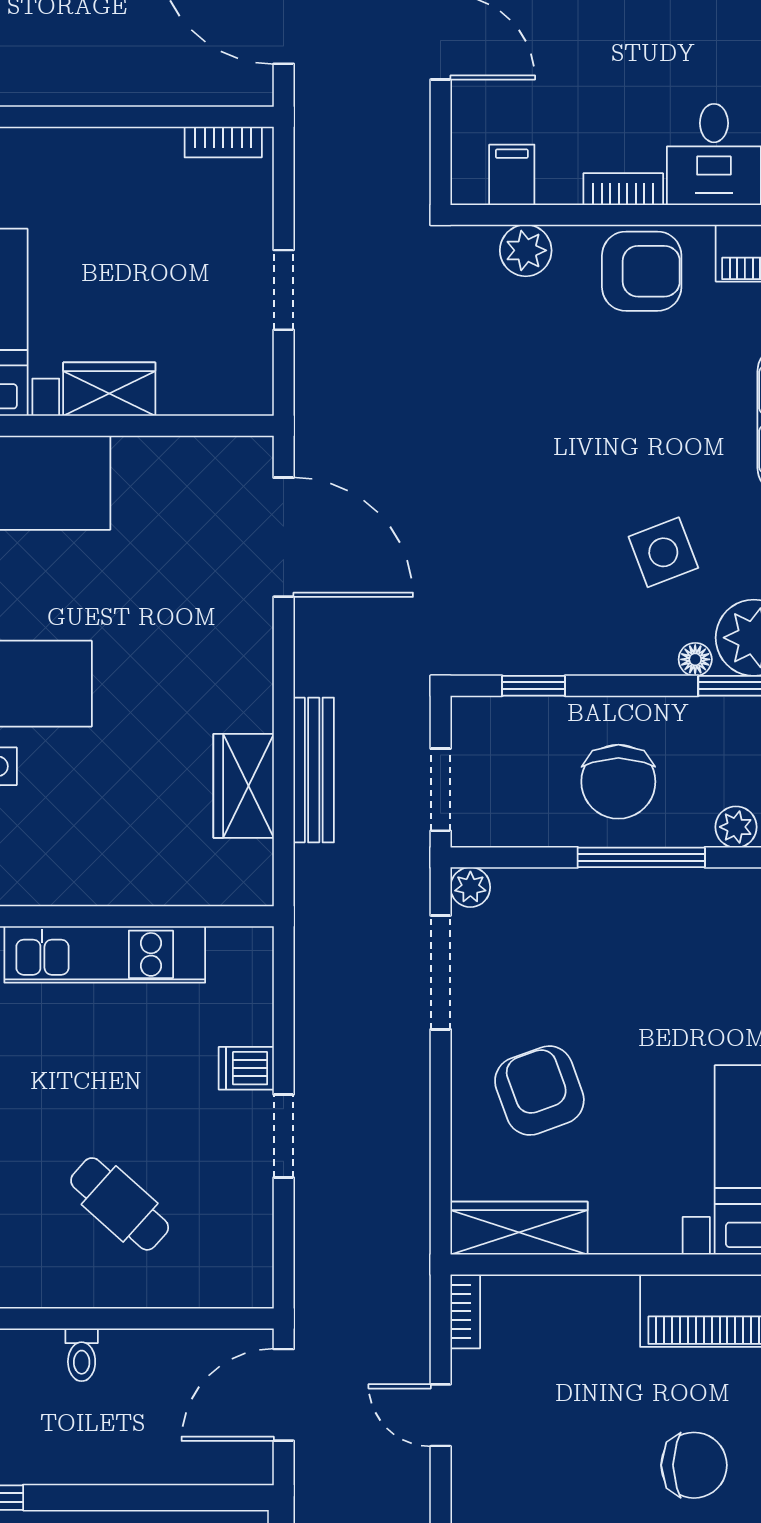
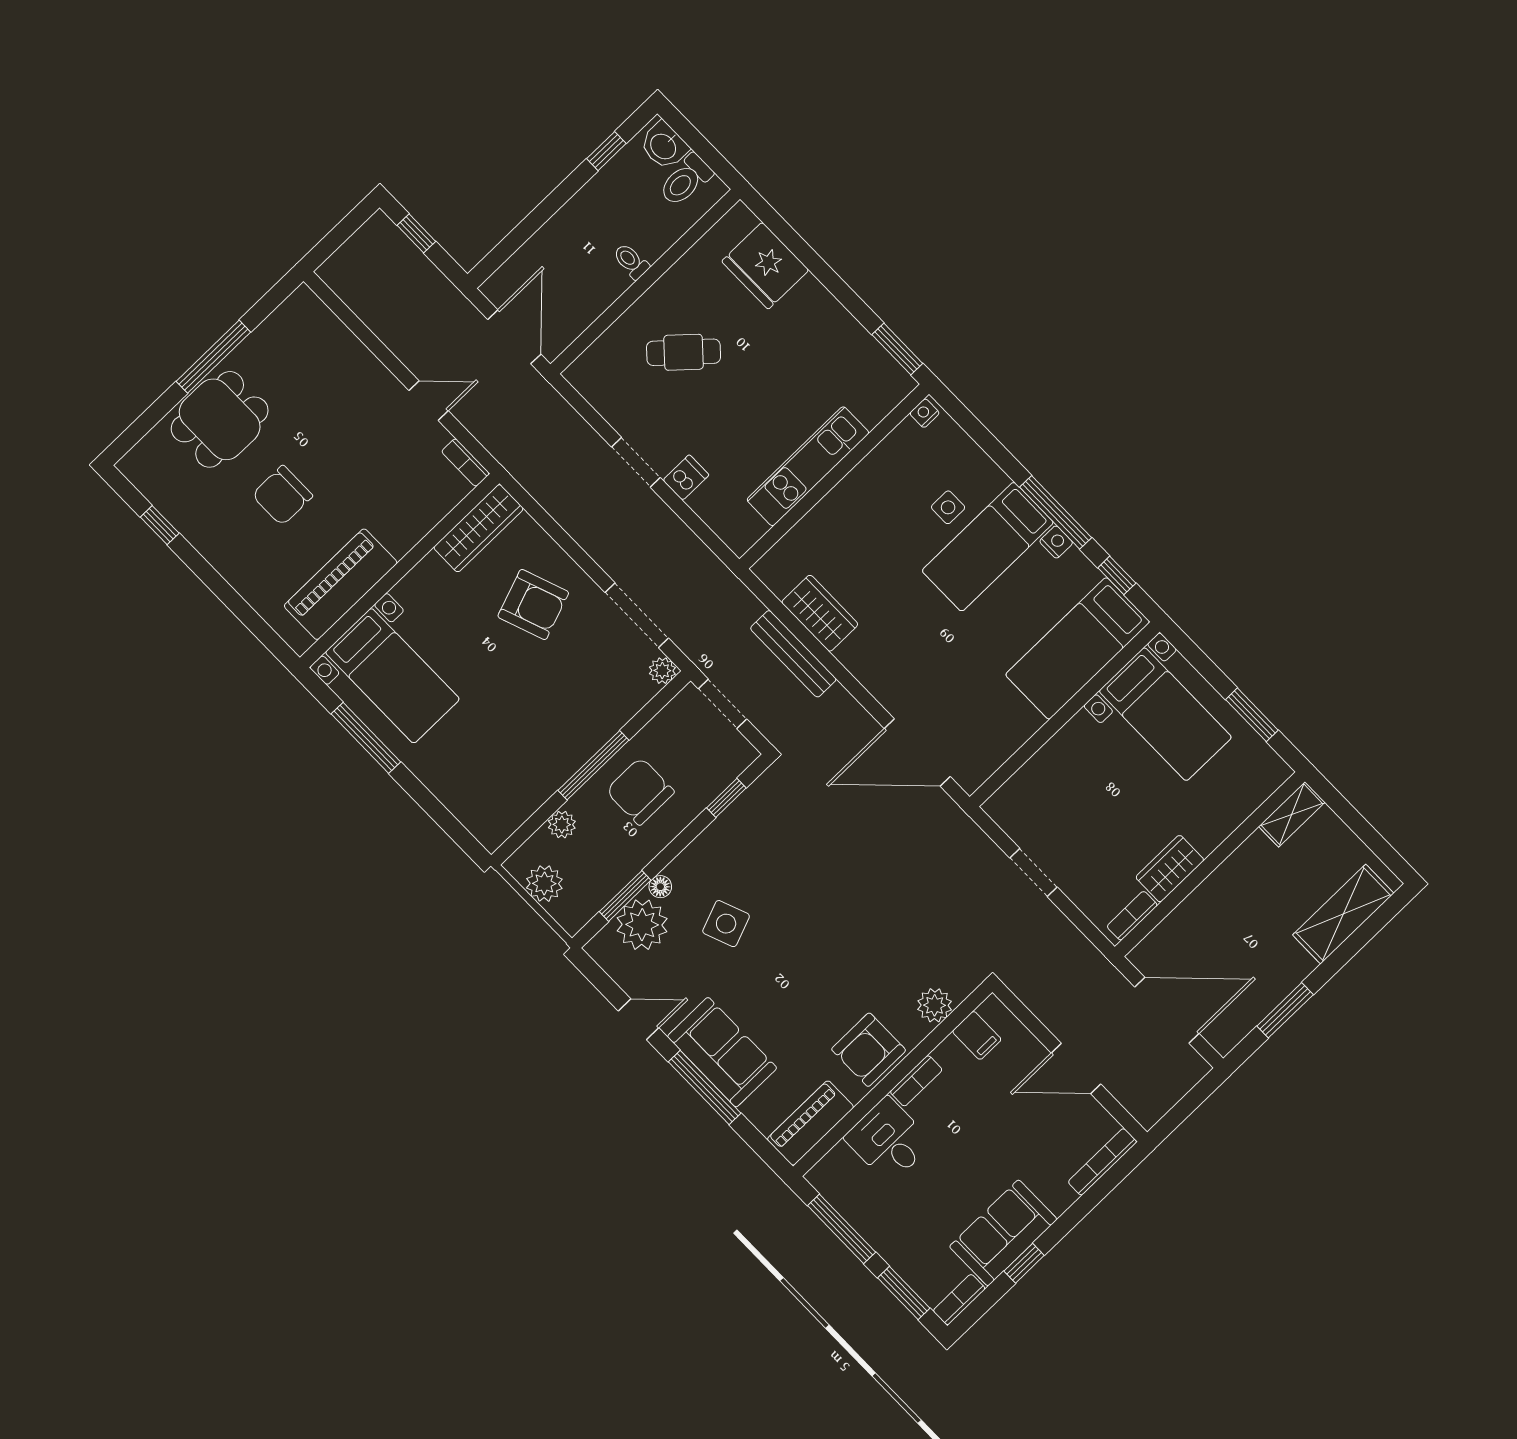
wardrobe: (109, 389) -> (1170, 869), moved, turned 180

